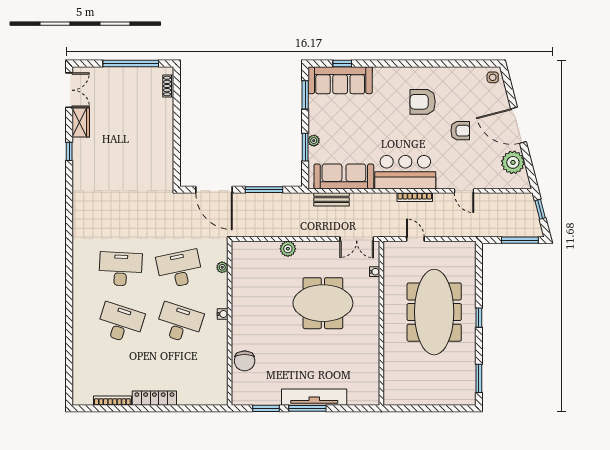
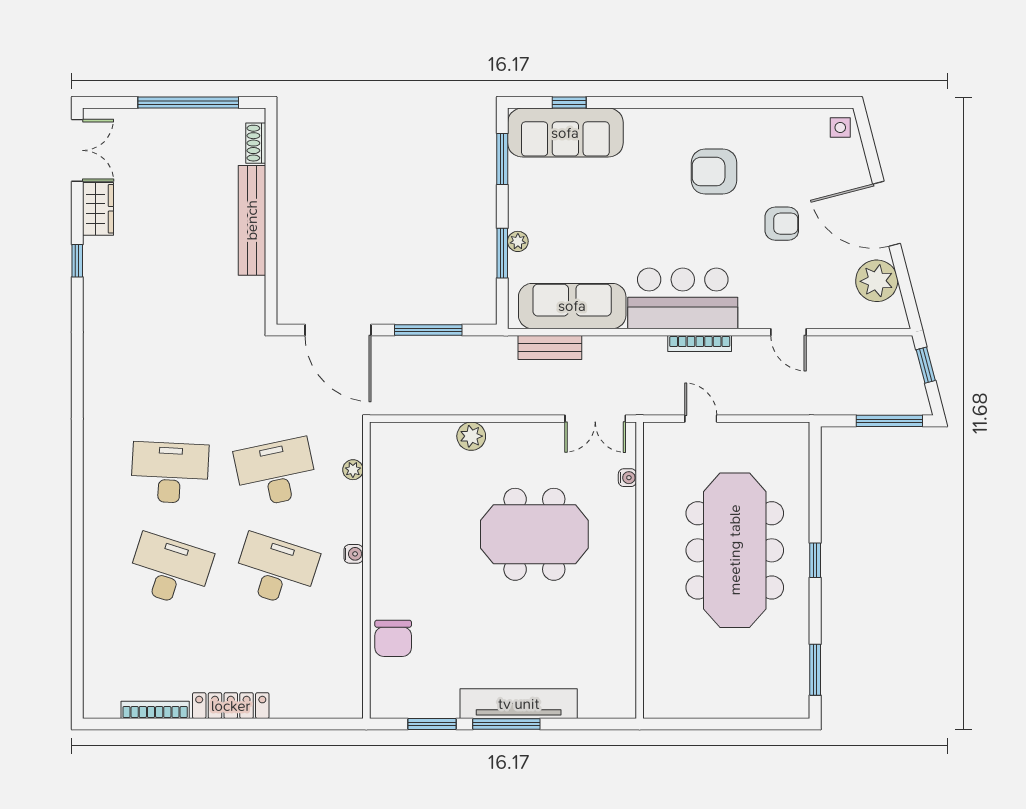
bench: (166, 129) -> (252, 220), added

